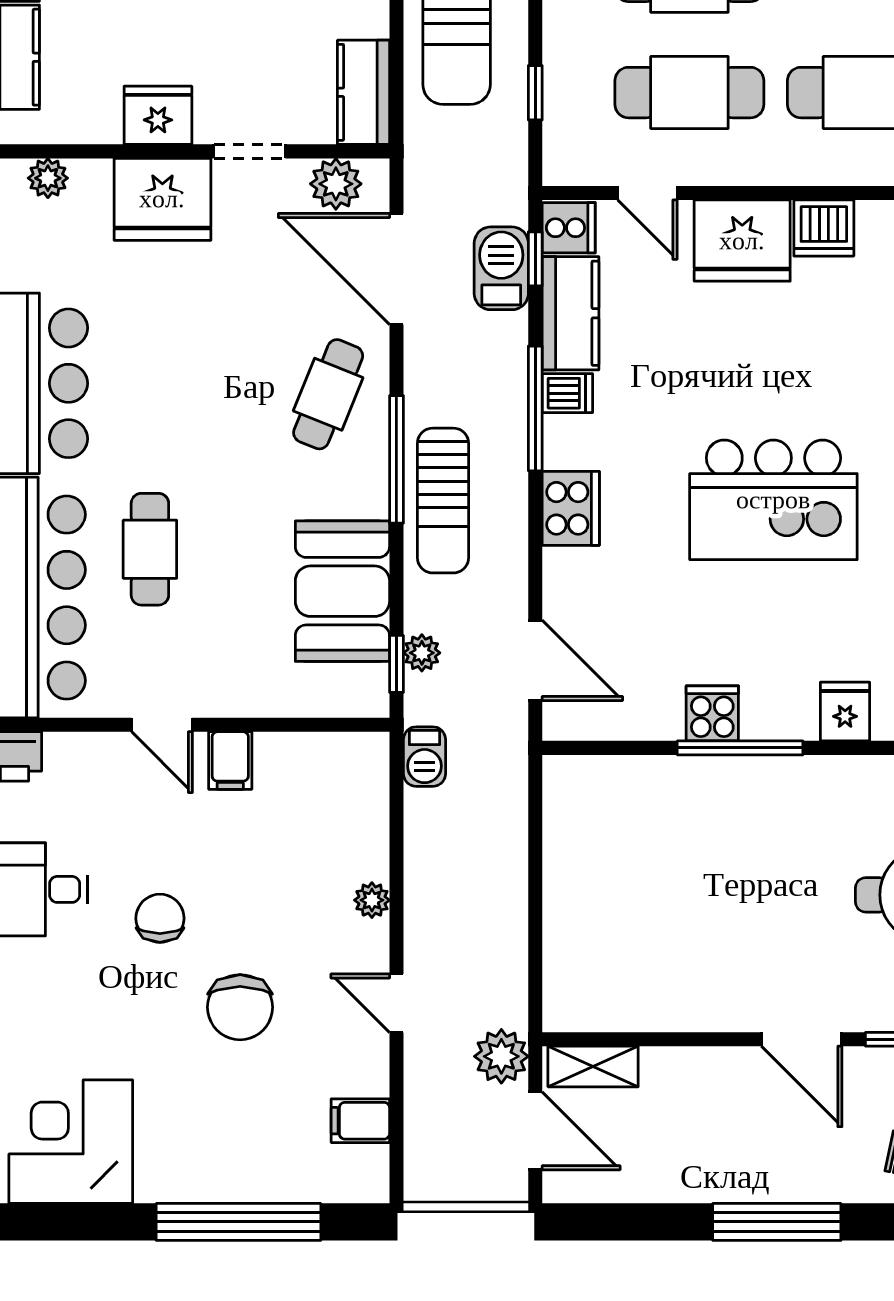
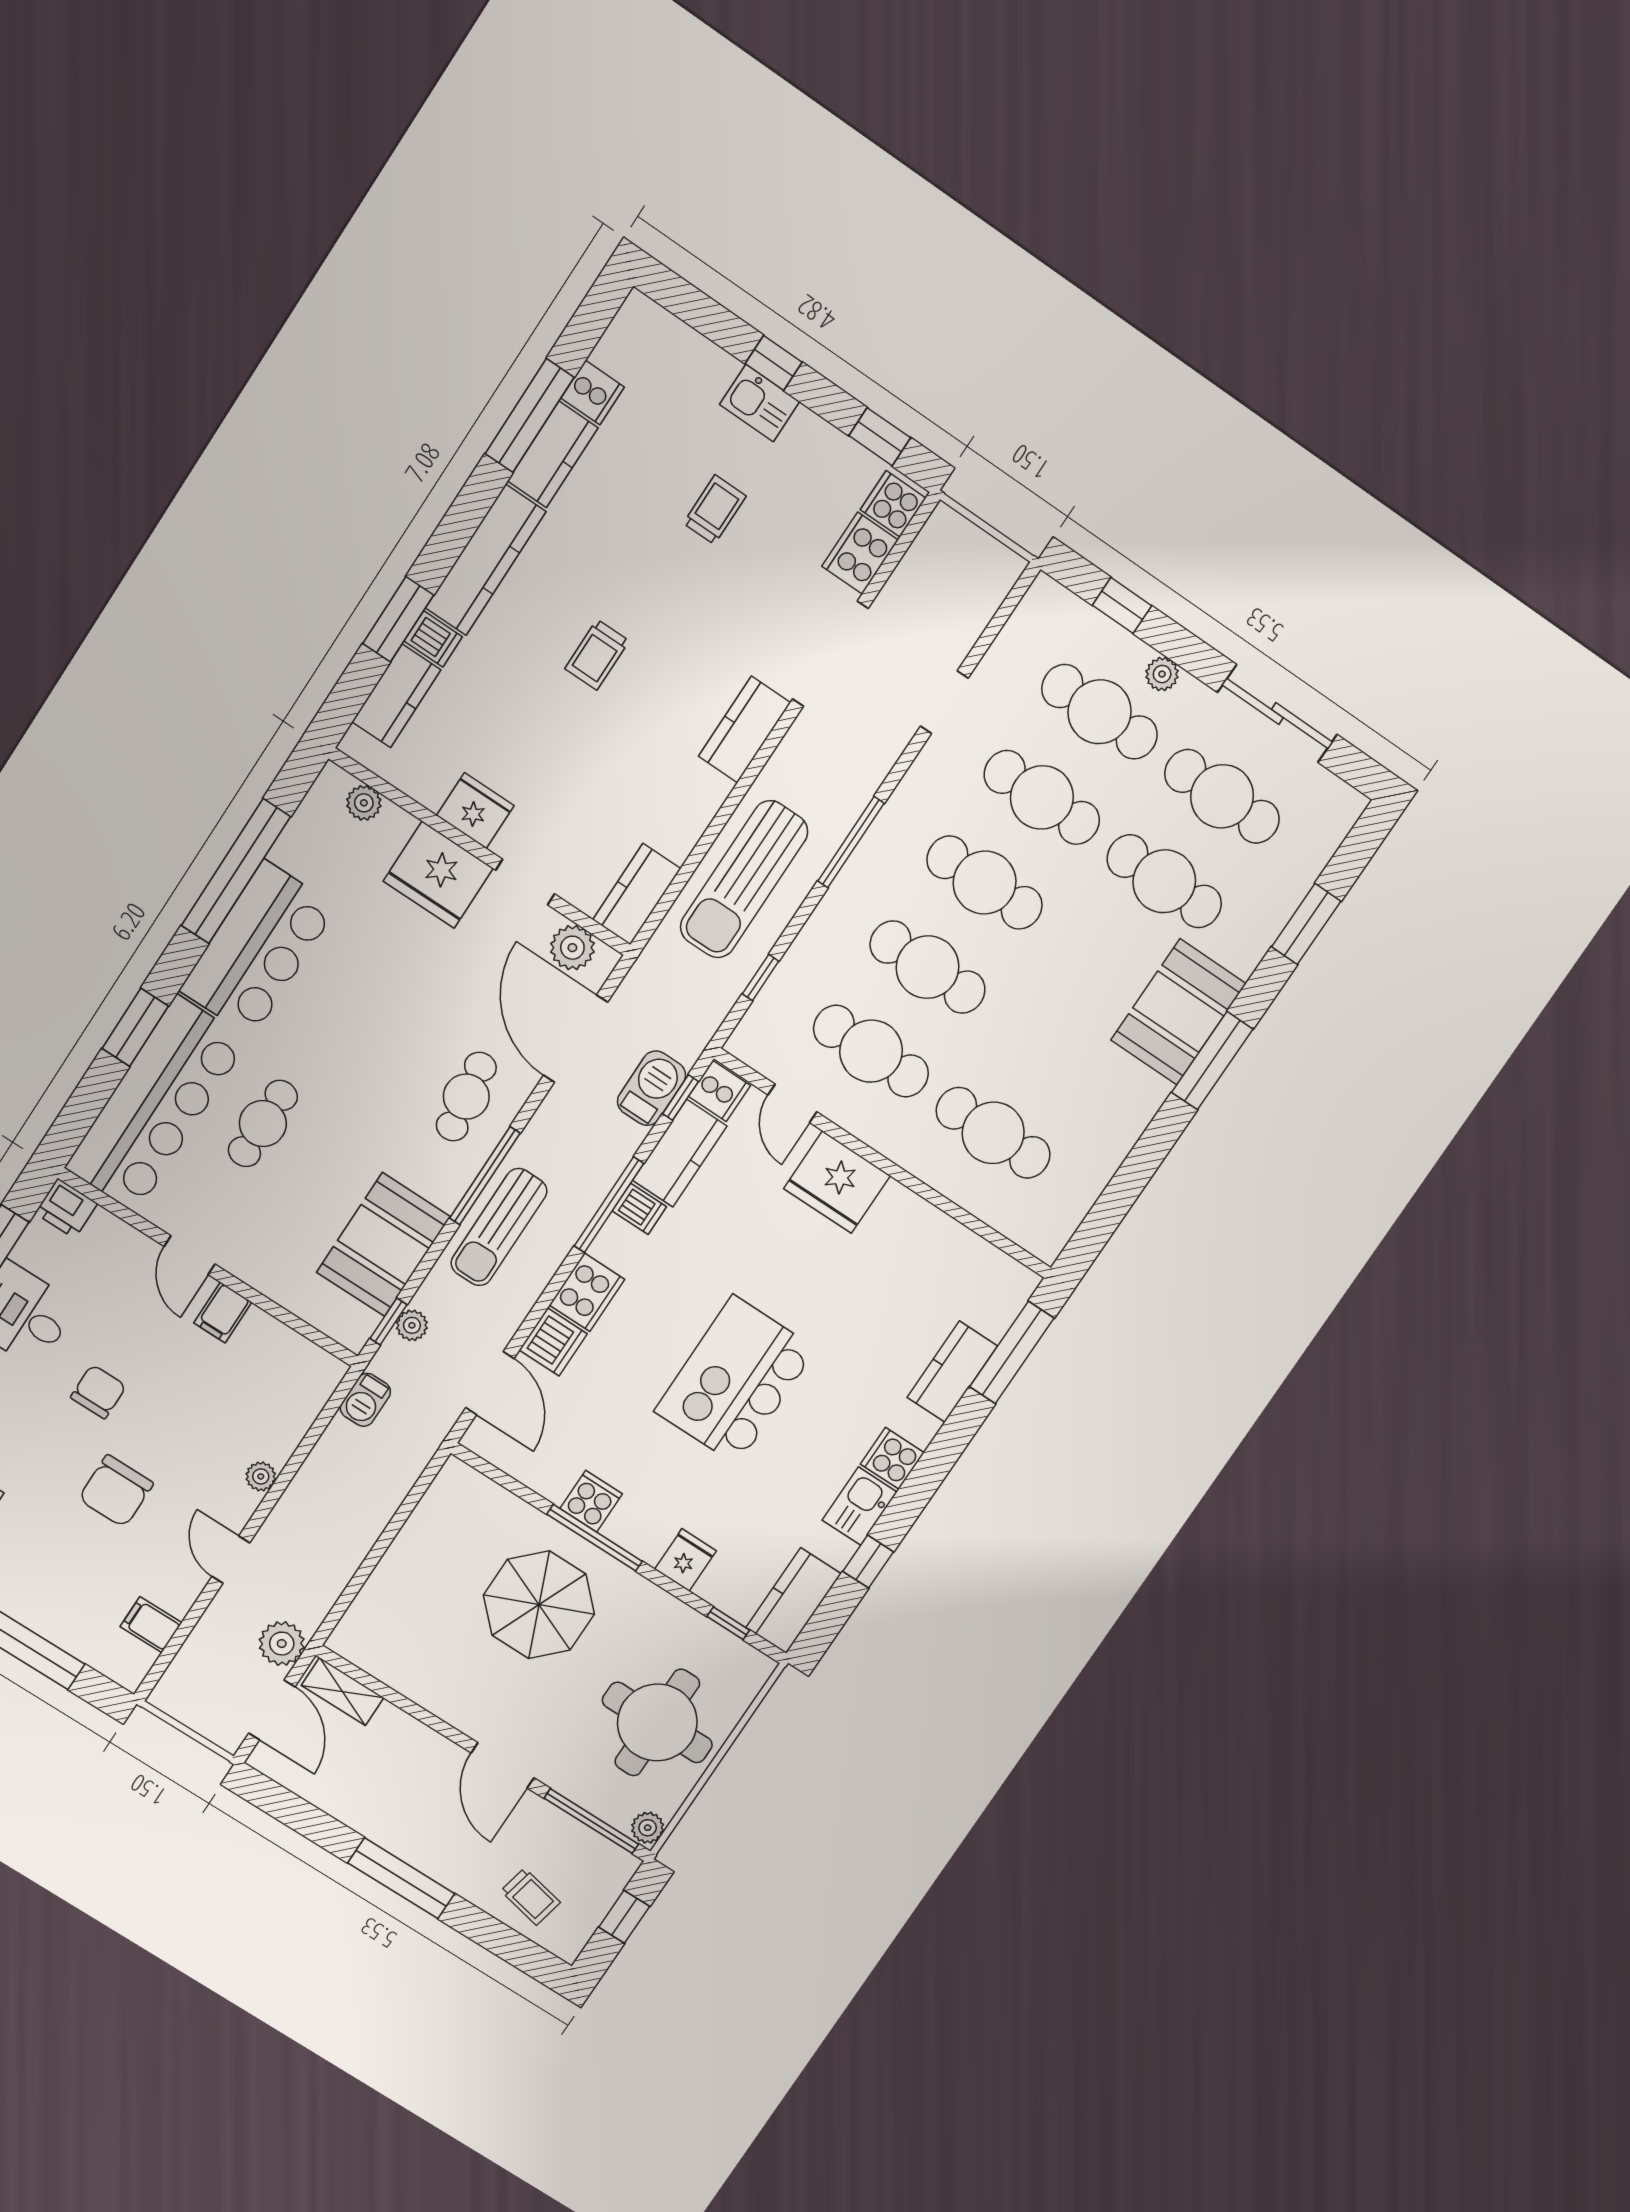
dishwasher: (824, 228) -> (553, 1342), moved, turned -90
cafe table: (328, 394) -> (466, 1097), turned -30
kitchen island: (773, 500) -> (735, 1380), turned 90
parasol: (730, 851) -> (539, 1605), added

